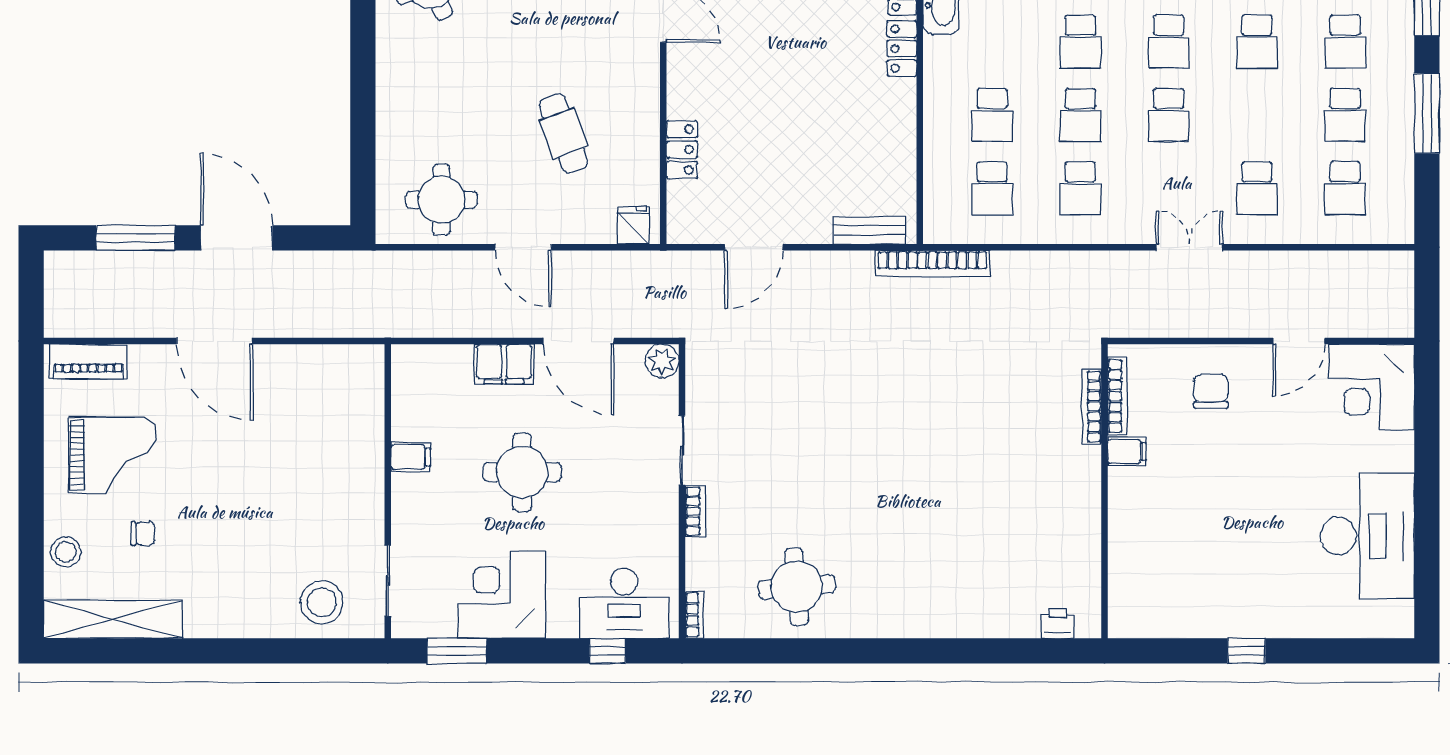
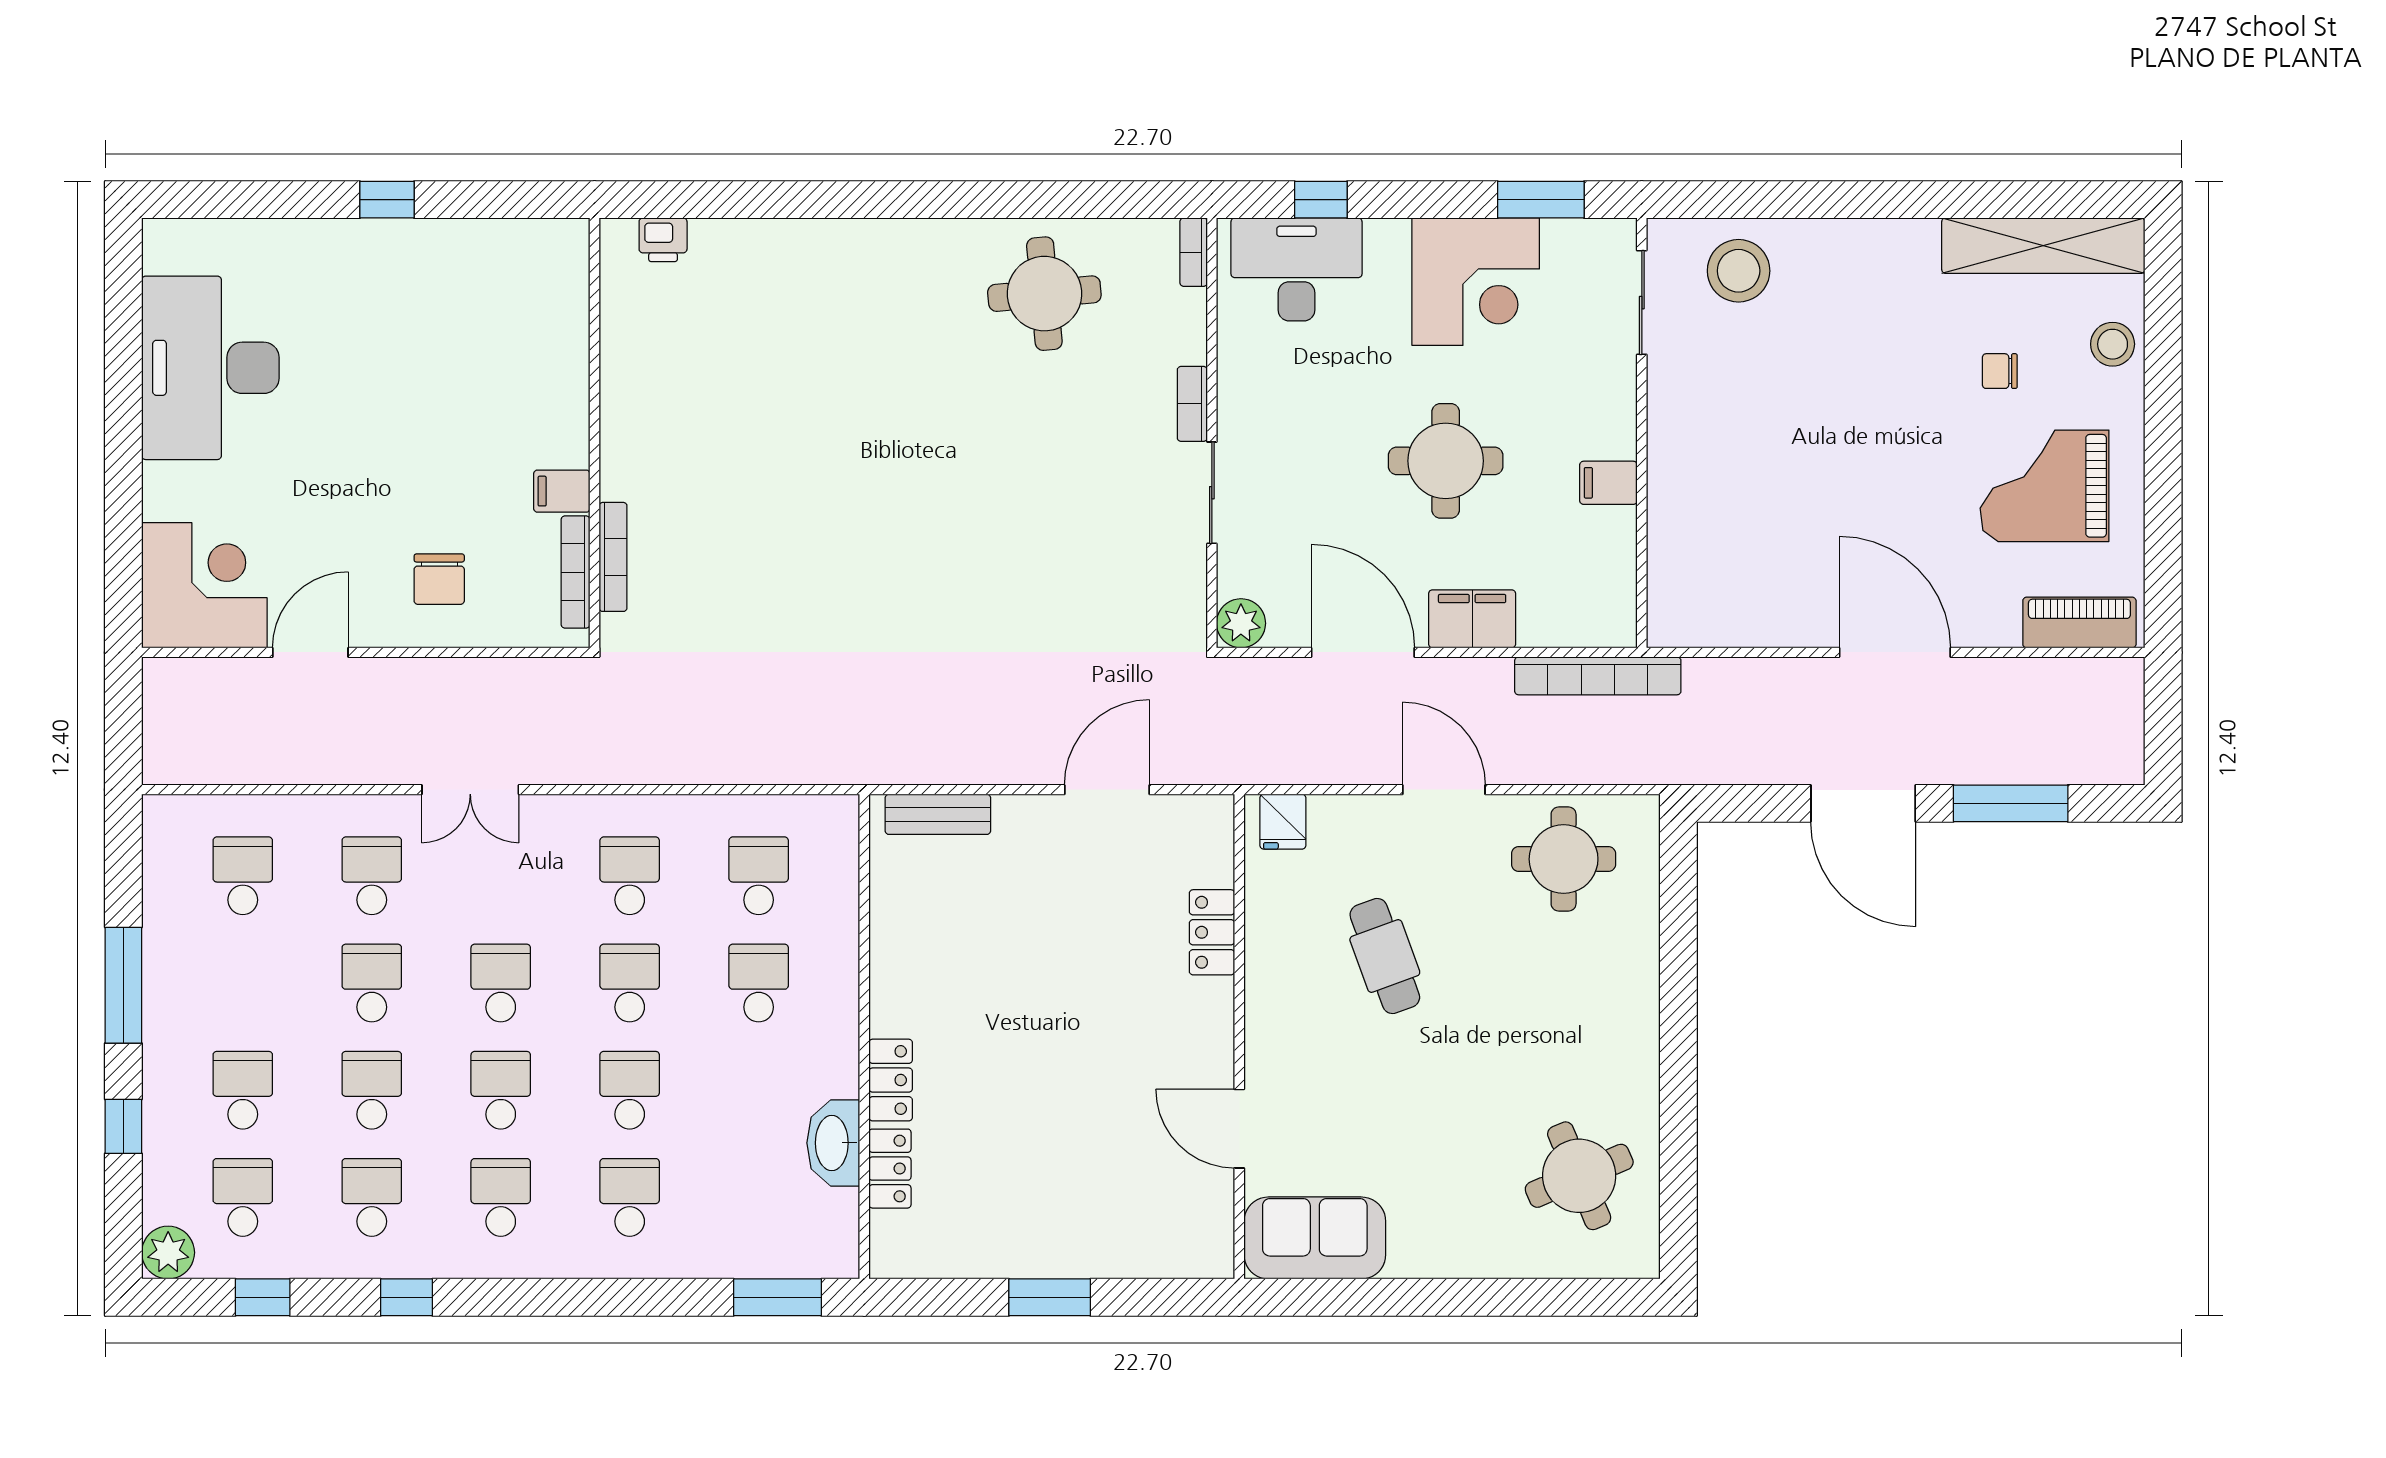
school desk: (1345, 115) -> (372, 983), moved
bookcase: (933, 263) -> (1598, 676), moved, turned 180

